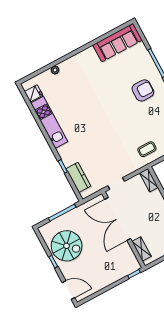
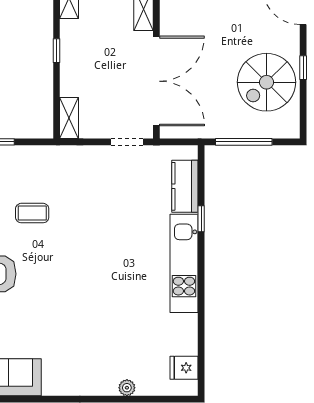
kitchen unit: (49, 122) -> (184, 263), moved
coffee table: (147, 149) -> (32, 213), moved
spiral stairs: (67, 246) -> (266, 82), turned -90

